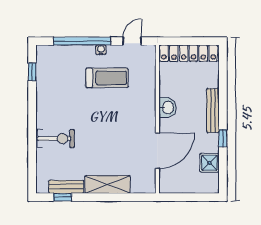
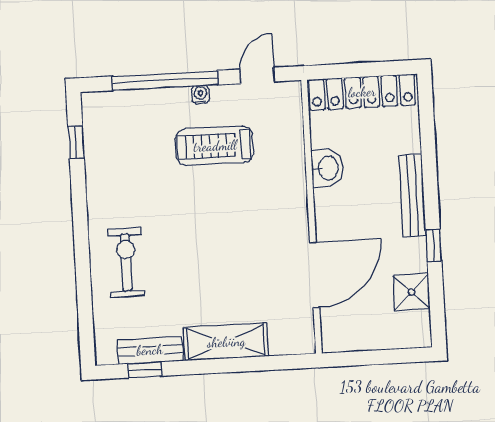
treadmill: (107, 78) -> (215, 146), turned 180
washbasin: (168, 108) -> (327, 168), moved
exercise bike: (56, 139) -> (126, 263), turned -90

